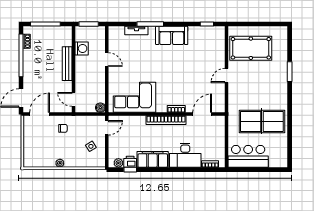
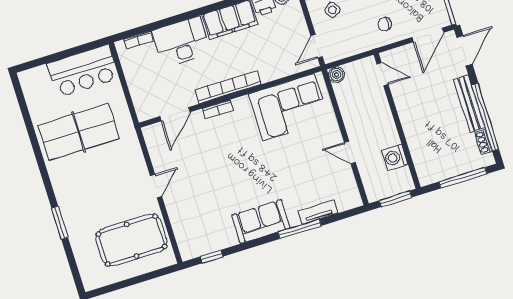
bench: (67, 64) -> (469, 104), moved

